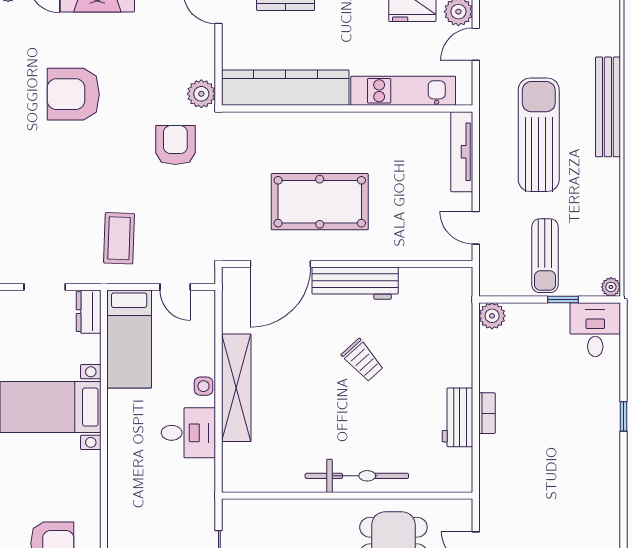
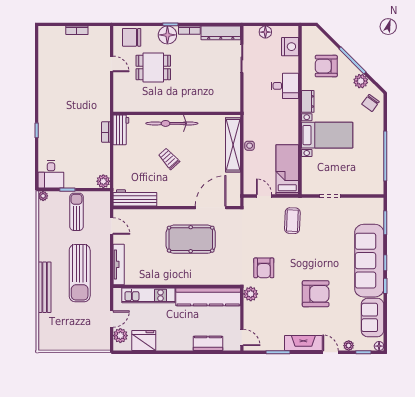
workbench: (355, 283) -> (135, 198), moved
dresser: (89, 312) -> (308, 101), moved
desk: (188, 433) -> (285, 86), moved, turned 180
bicycle: (357, 476) -> (172, 123), moved
wall: (347, 496) -> (177, 113), moved

